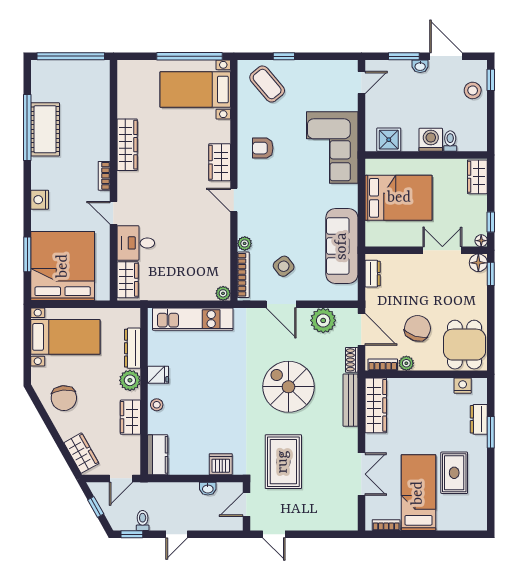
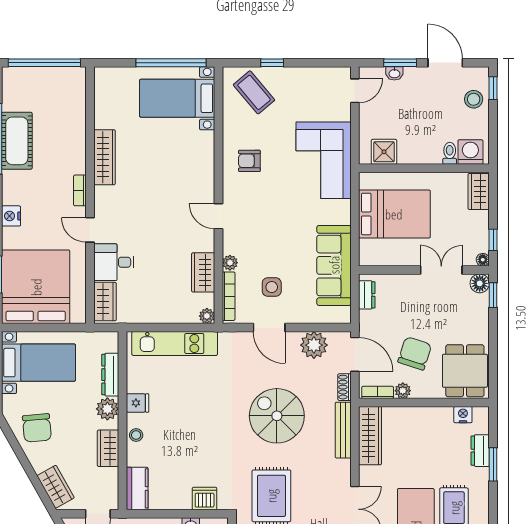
washbasin: (420, 66) -> (394, 73), moved
washing machine: (431, 140) -> (470, 152), moved
wardrobe: (220, 162) -> (203, 272), moved
side table: (284, 266) -> (272, 287), turned 38

